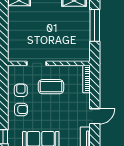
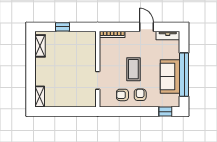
window: (95, 25) -> (63, 27), width x0.46
coffee table: (51, 87) -> (133, 69), moved

